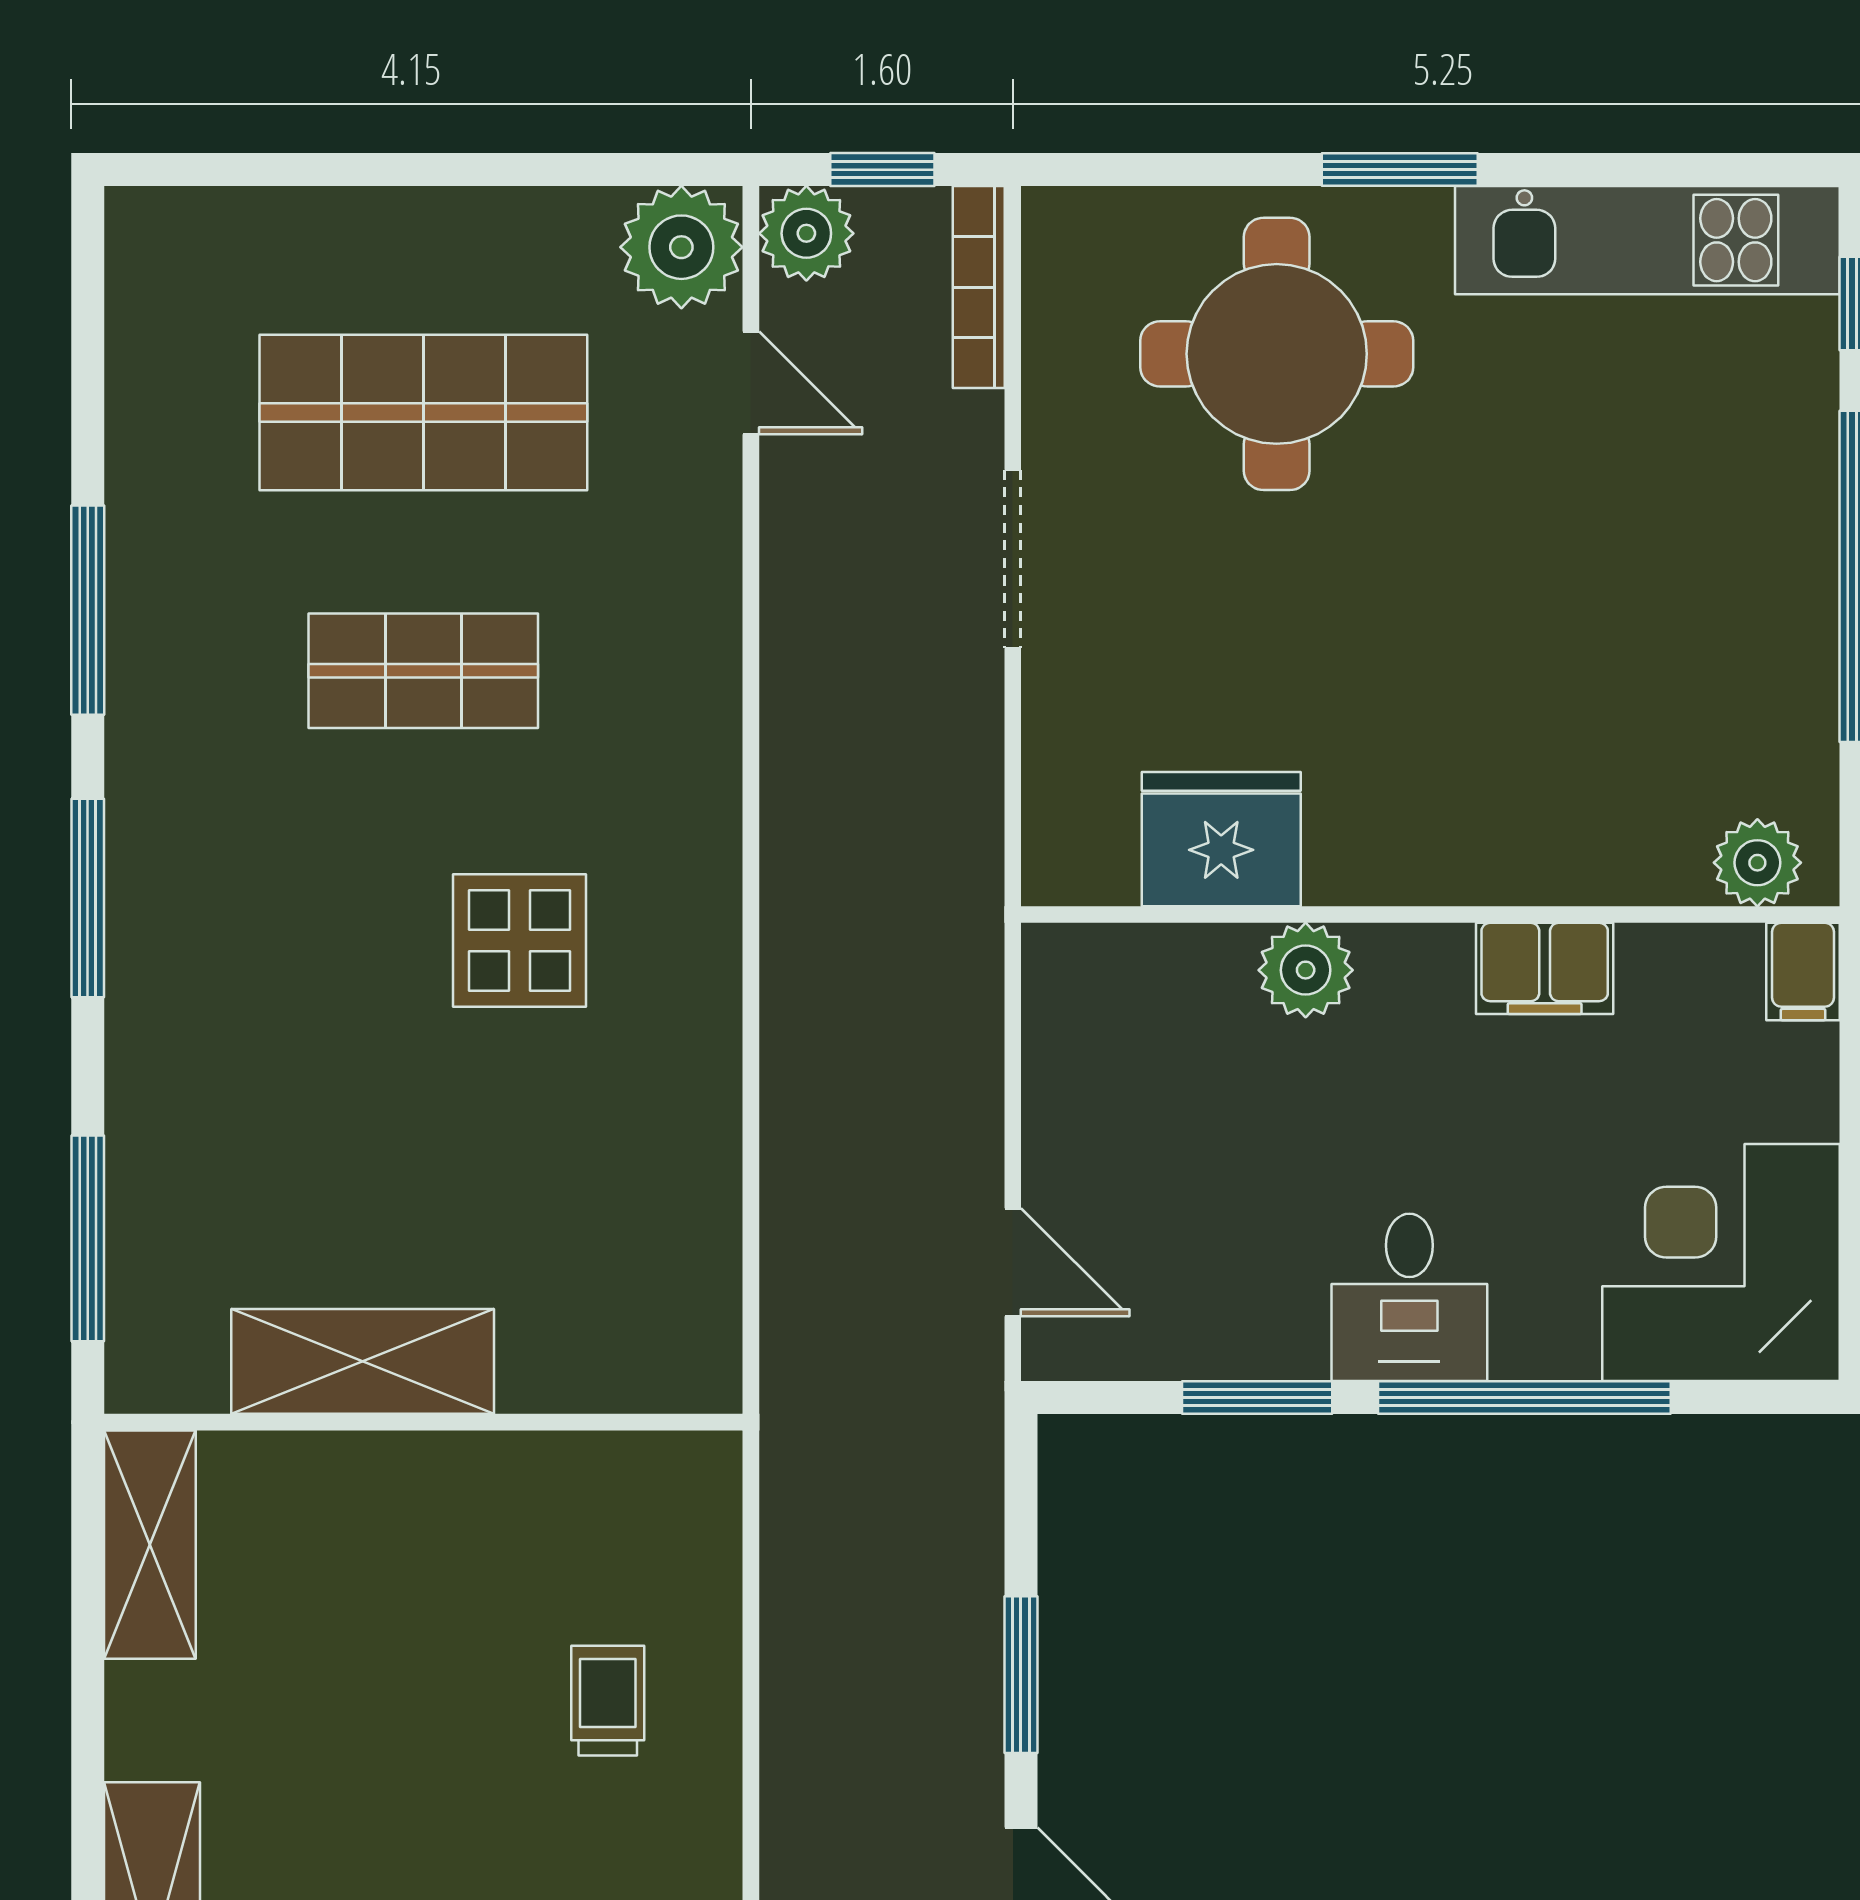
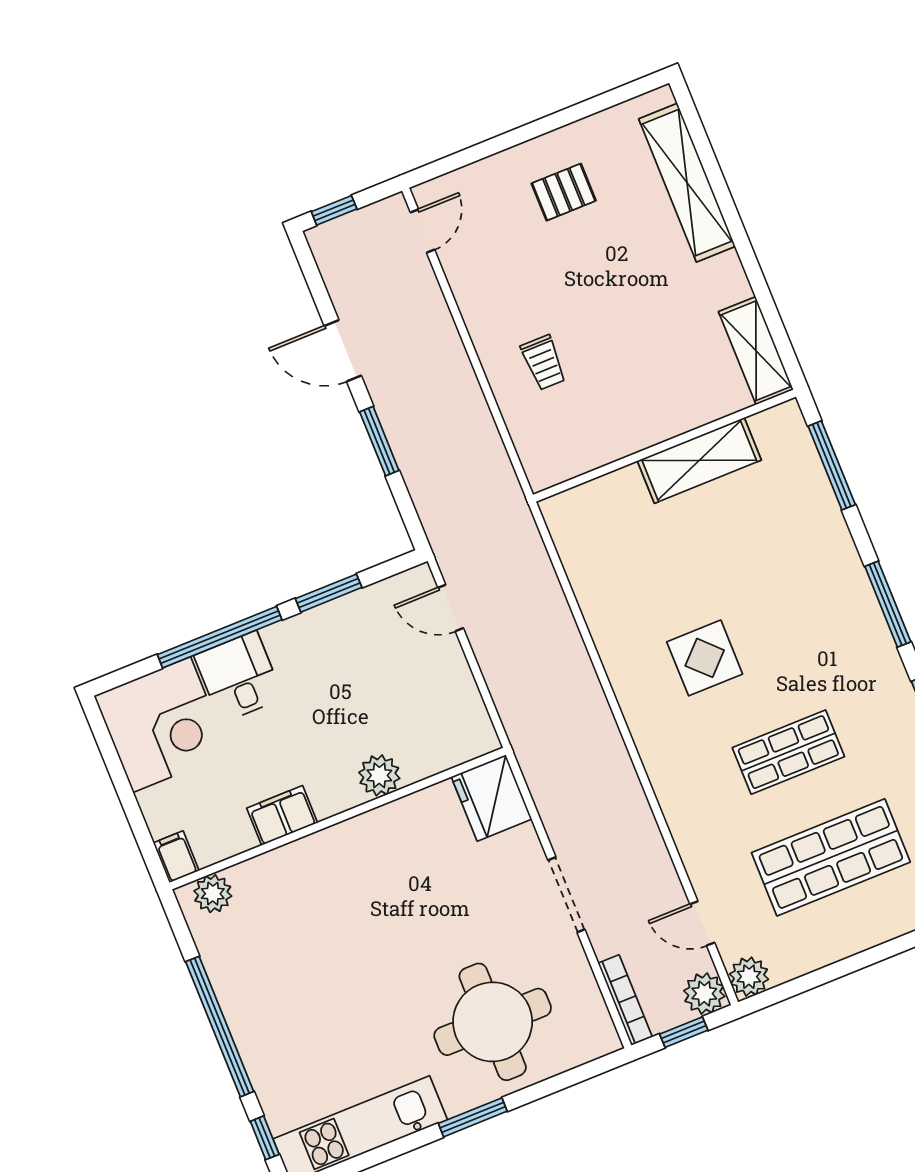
plant: (681, 247) -> (749, 977), width x0.73, depth x0.73
fridge: (1221, 839) -> (492, 798), moved, turned 90
desk: (1409, 1297) -> (239, 677), moved

